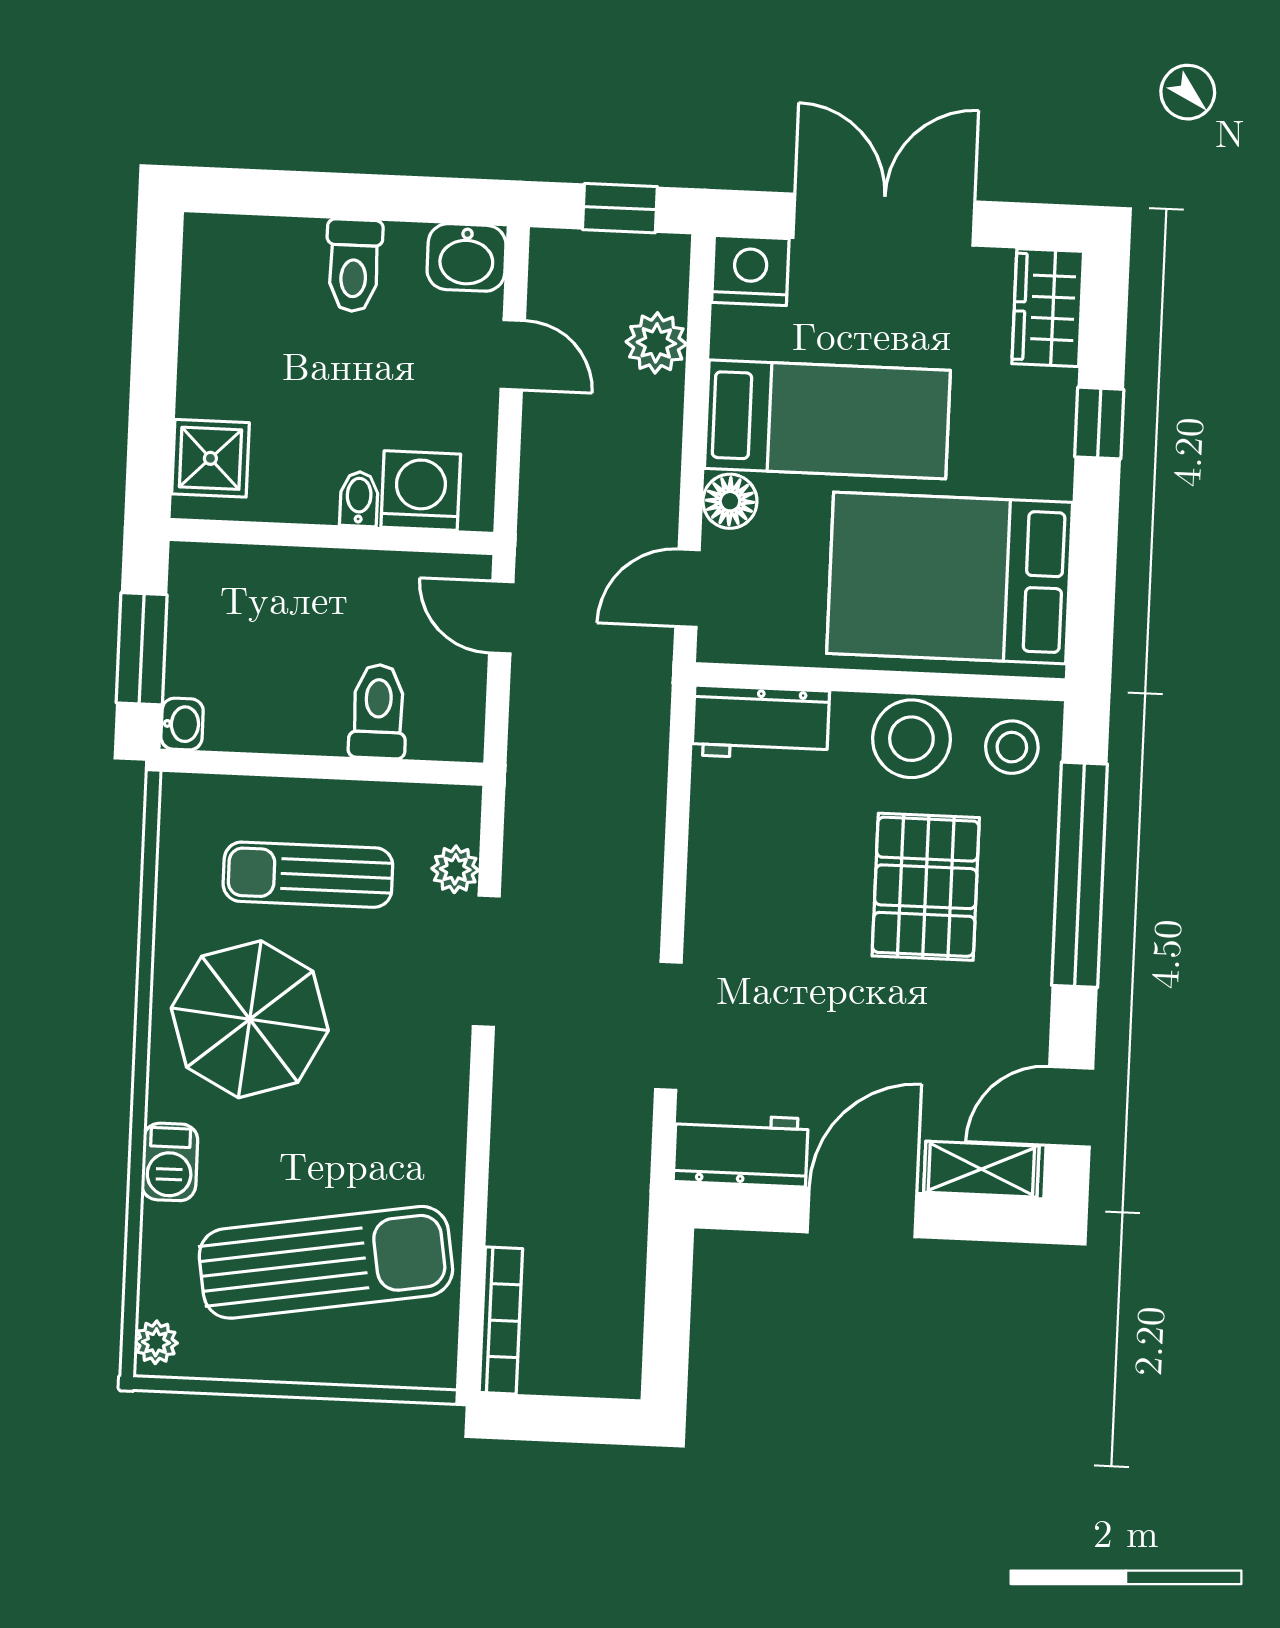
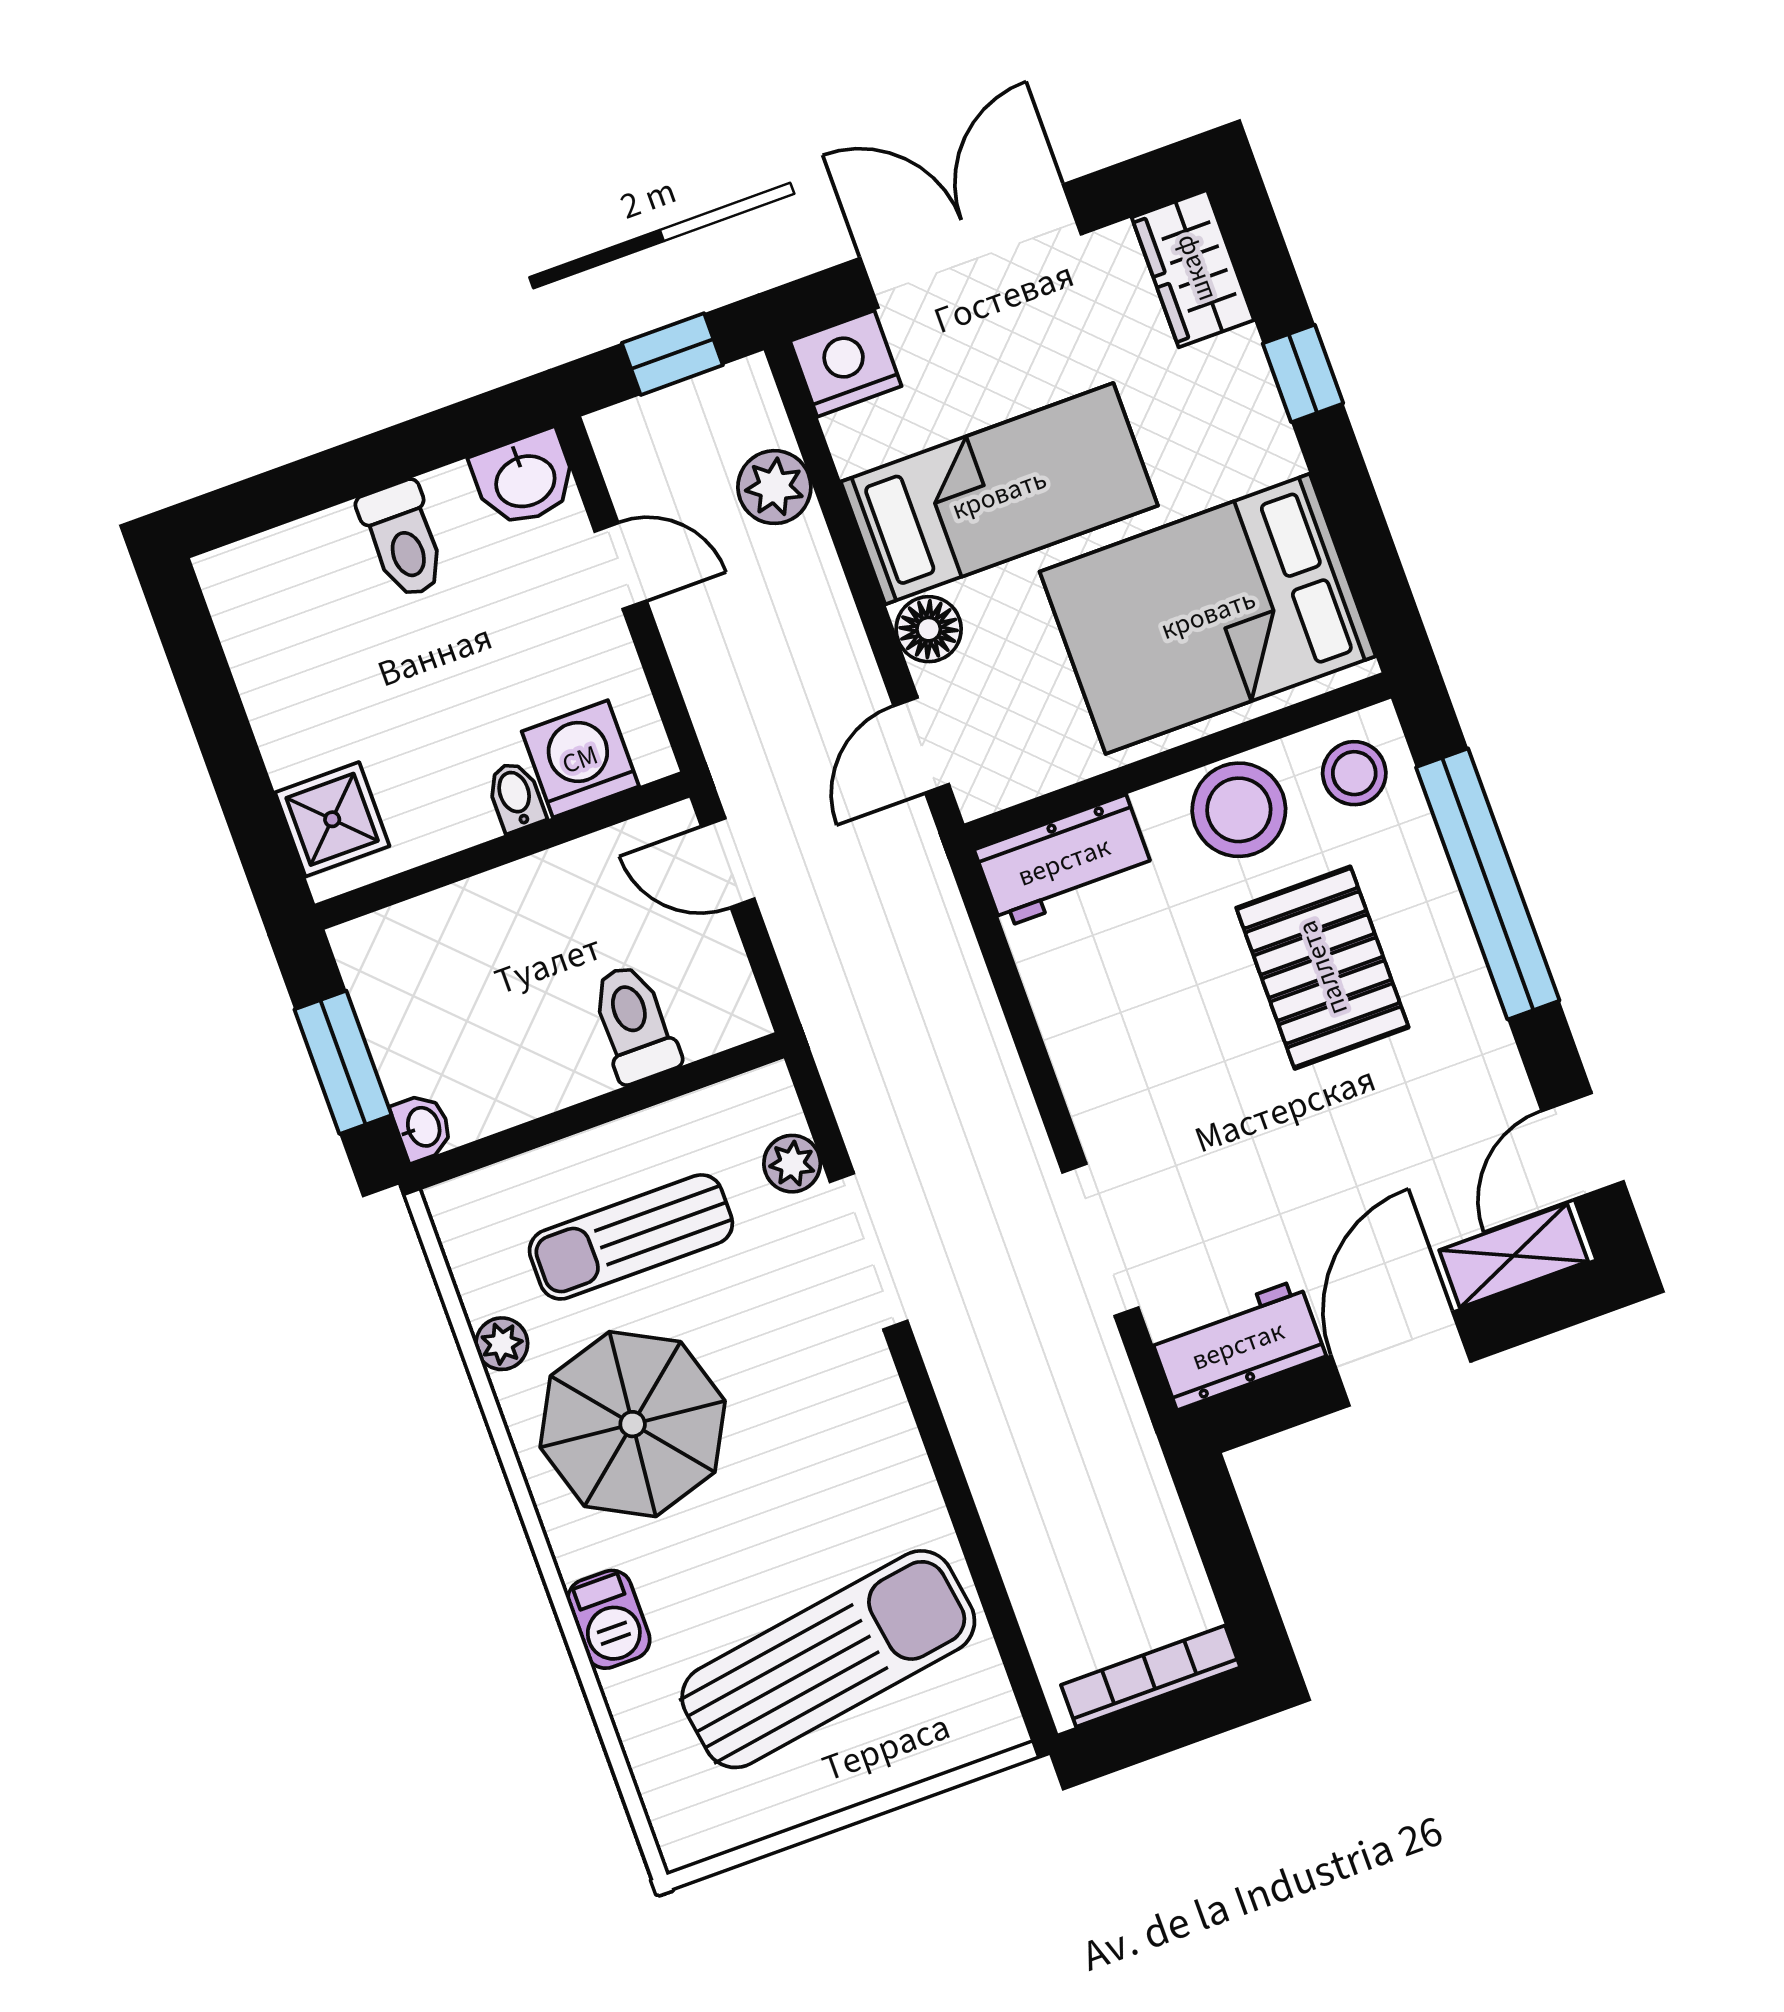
bookcase: (501, 1321) -> (1151, 1676), moved, turned -90
plant: (156, 1342) -> (502, 1344), moved

